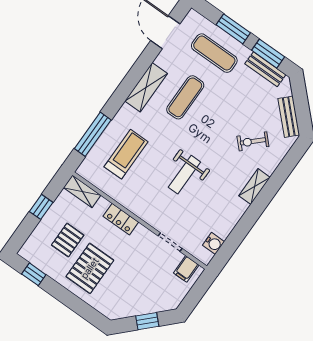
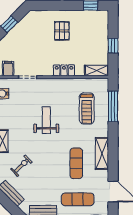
pallet: (68, 240) -> (85, 38), removed
pallet: (90, 268) -> (62, 31), width x0.67, depth x0.71

